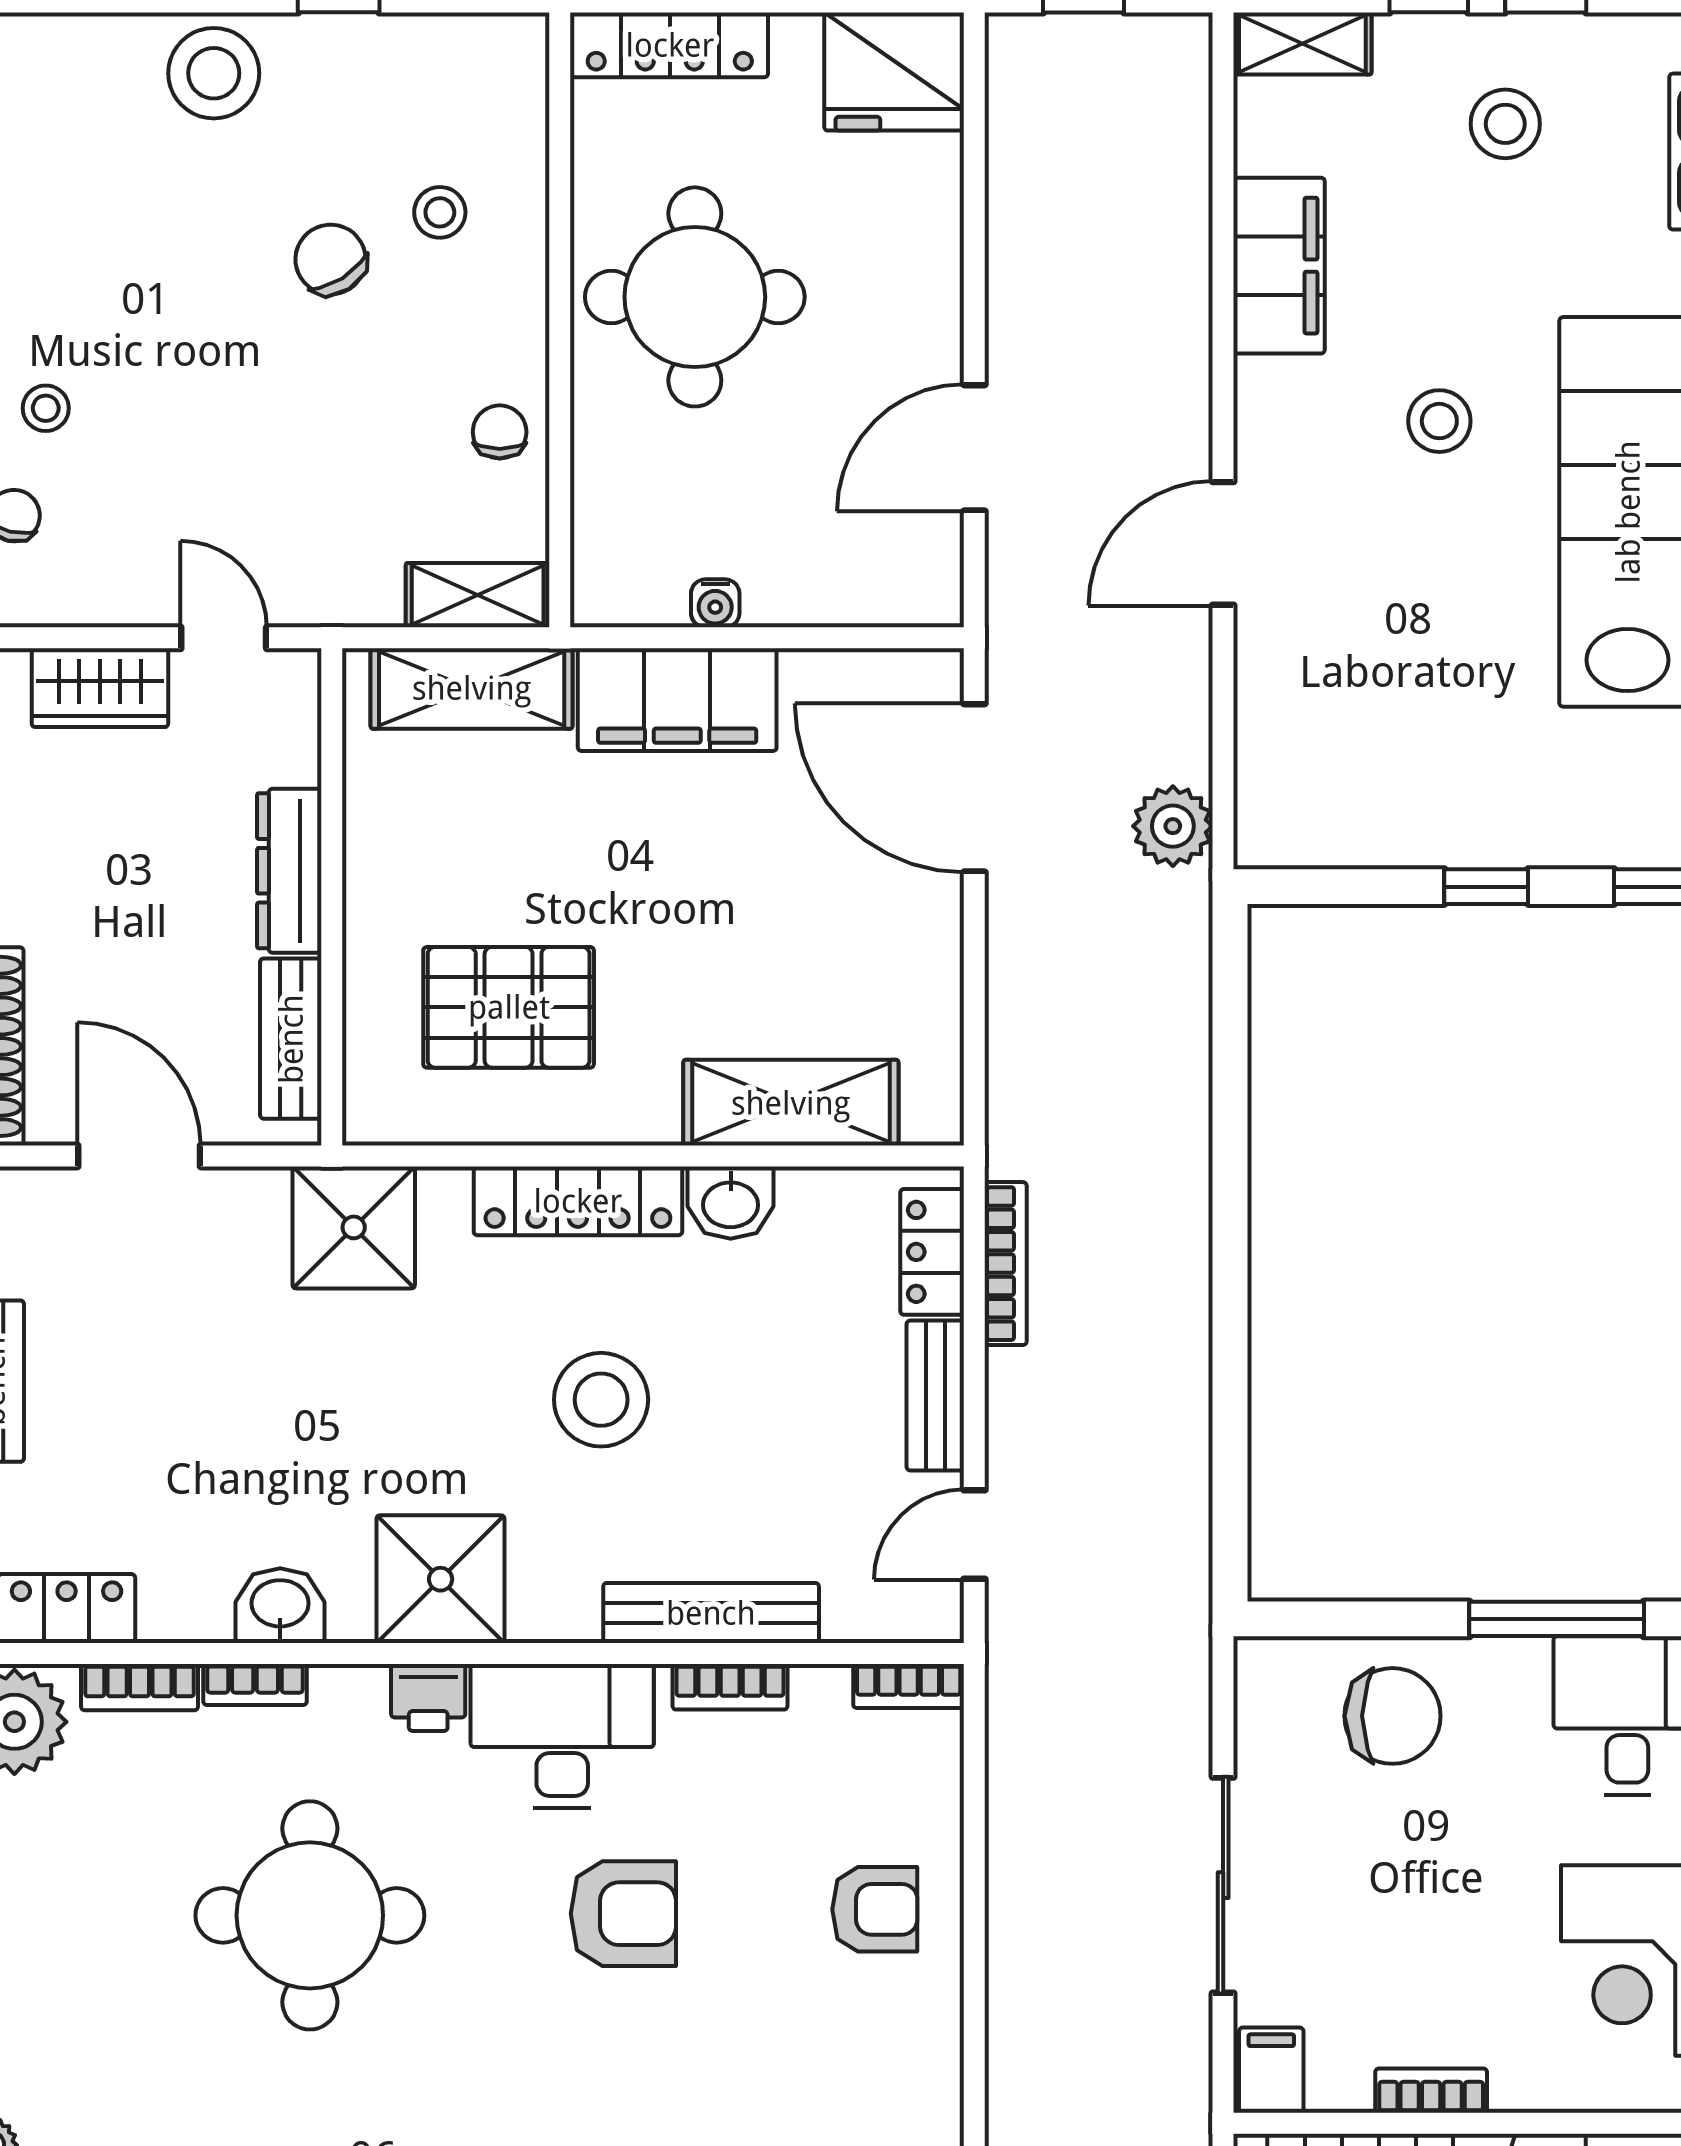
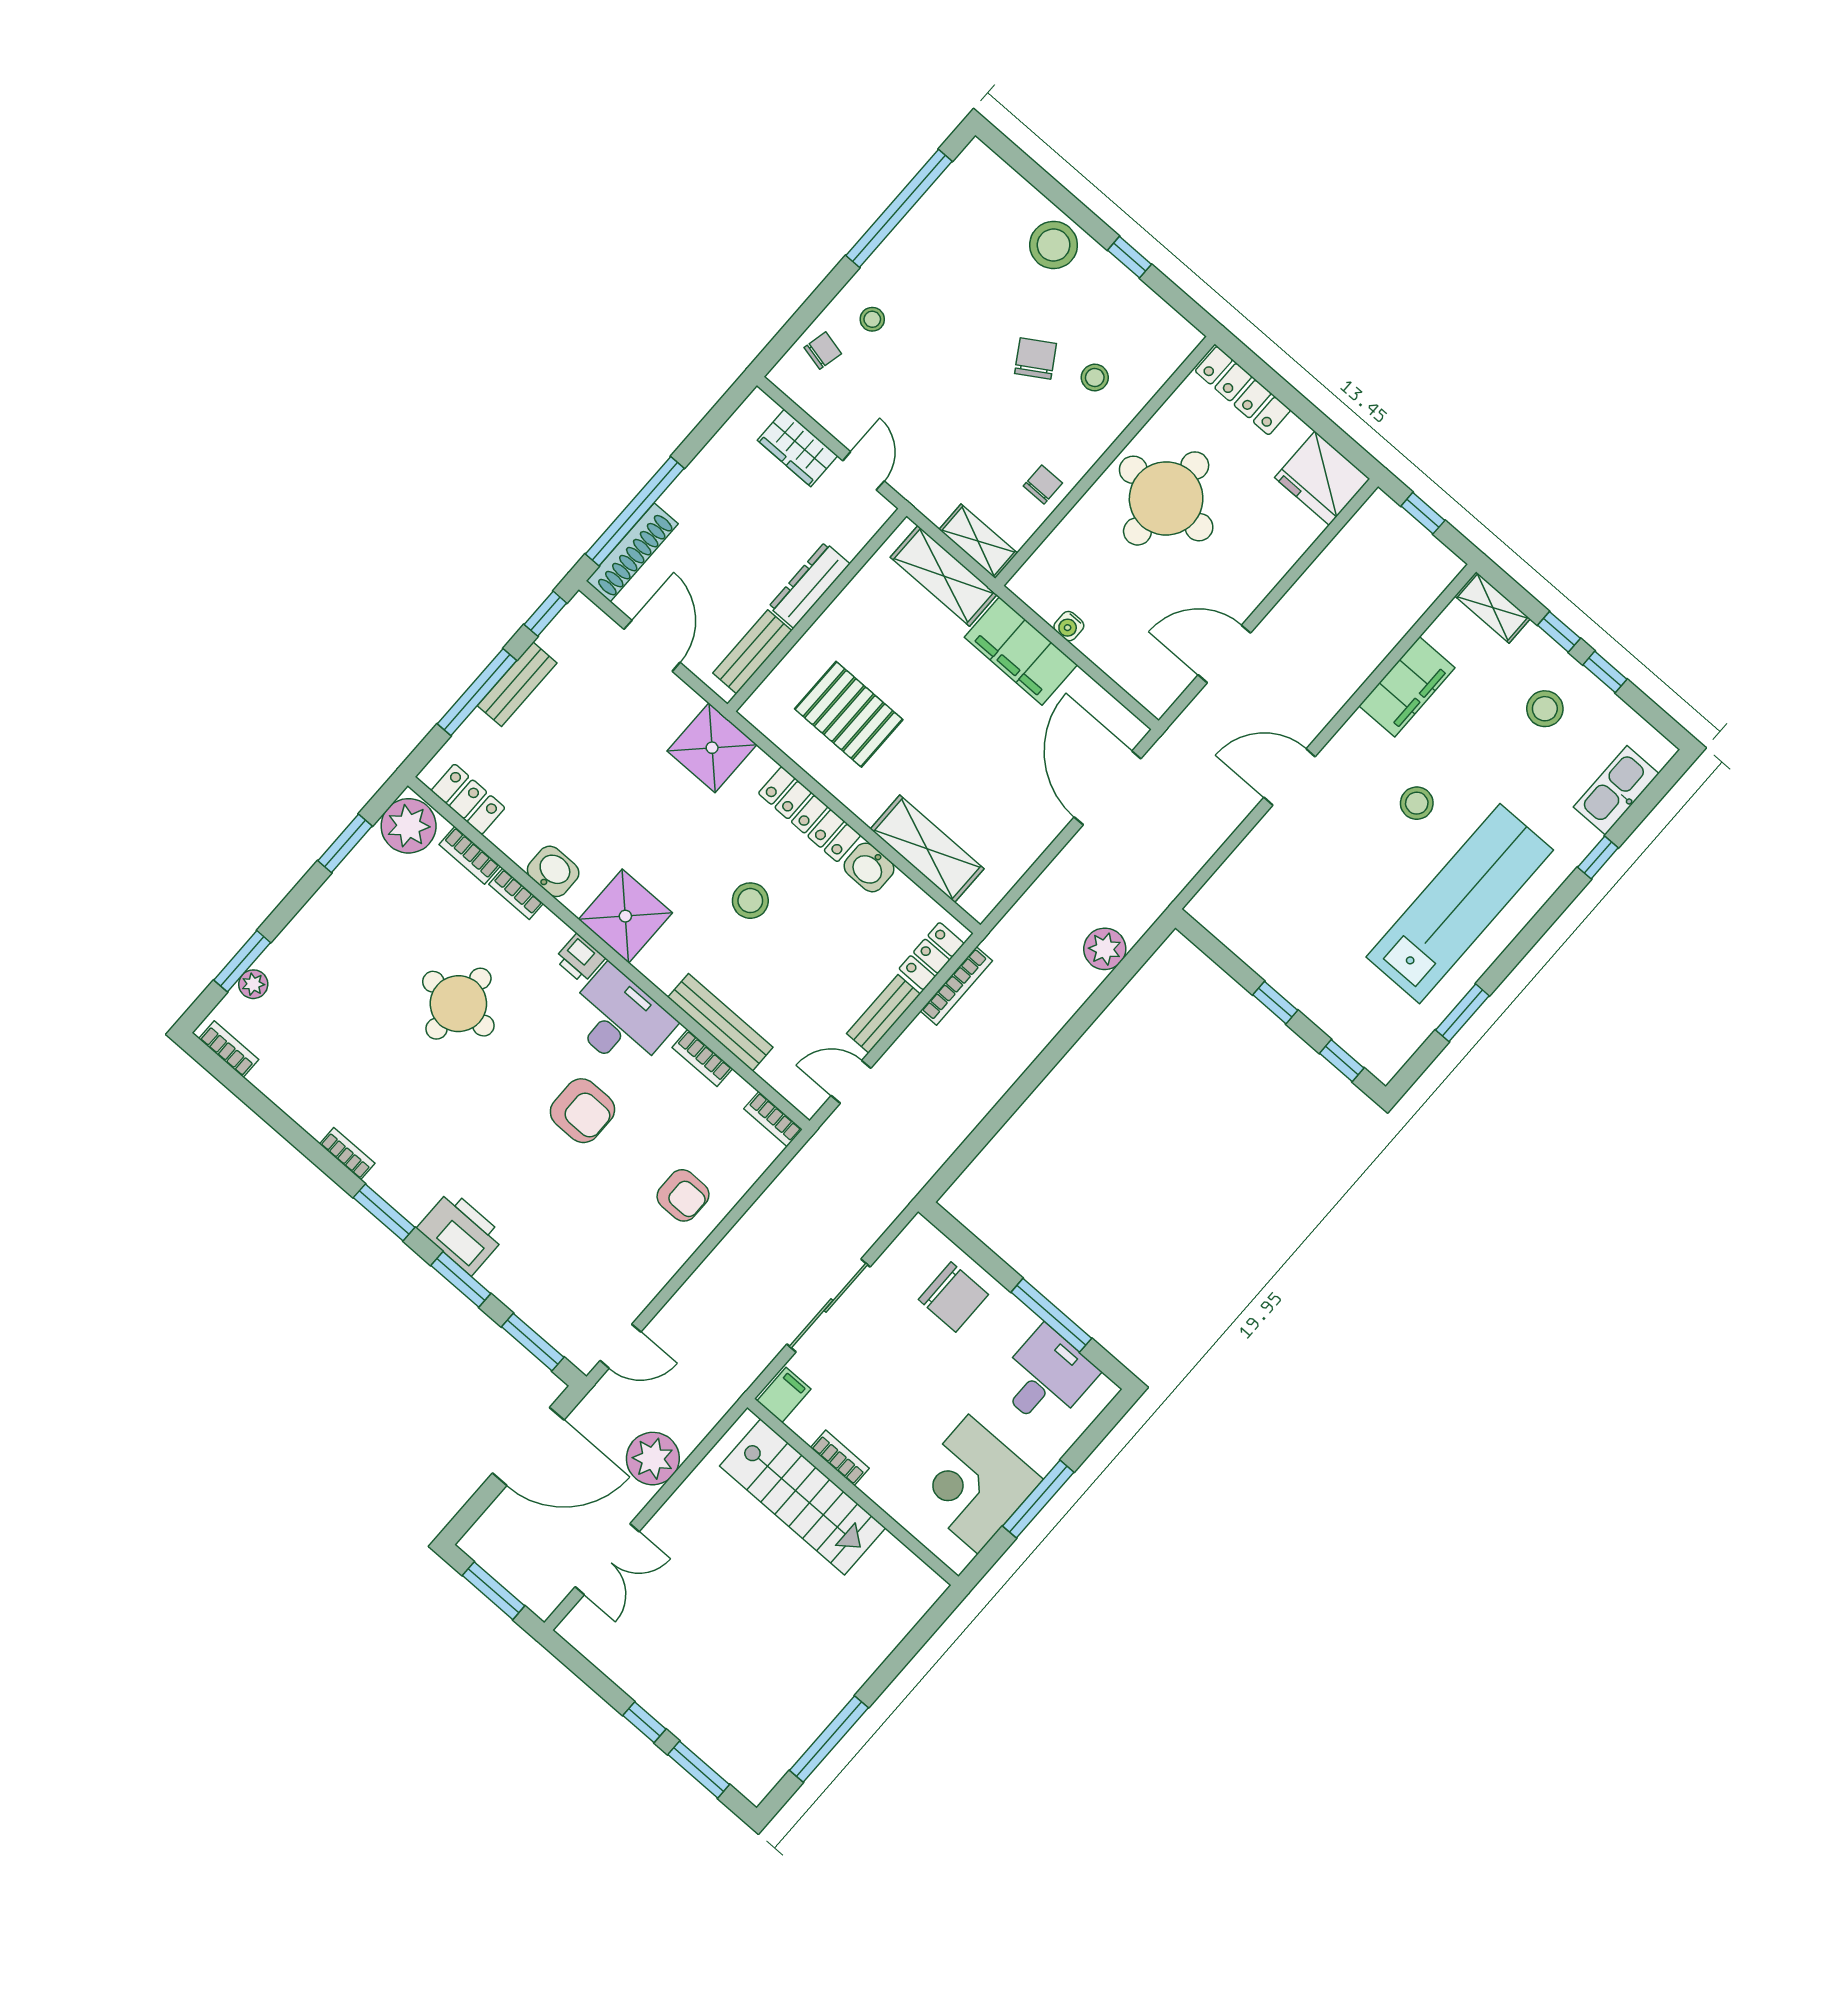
plant: (1173, 826) -> (1105, 949), moved
stool: (601, 1400) -> (750, 901), width x0.73, depth x0.73
round table: (310, 1915) -> (458, 1004), width x0.73, depth x0.73

